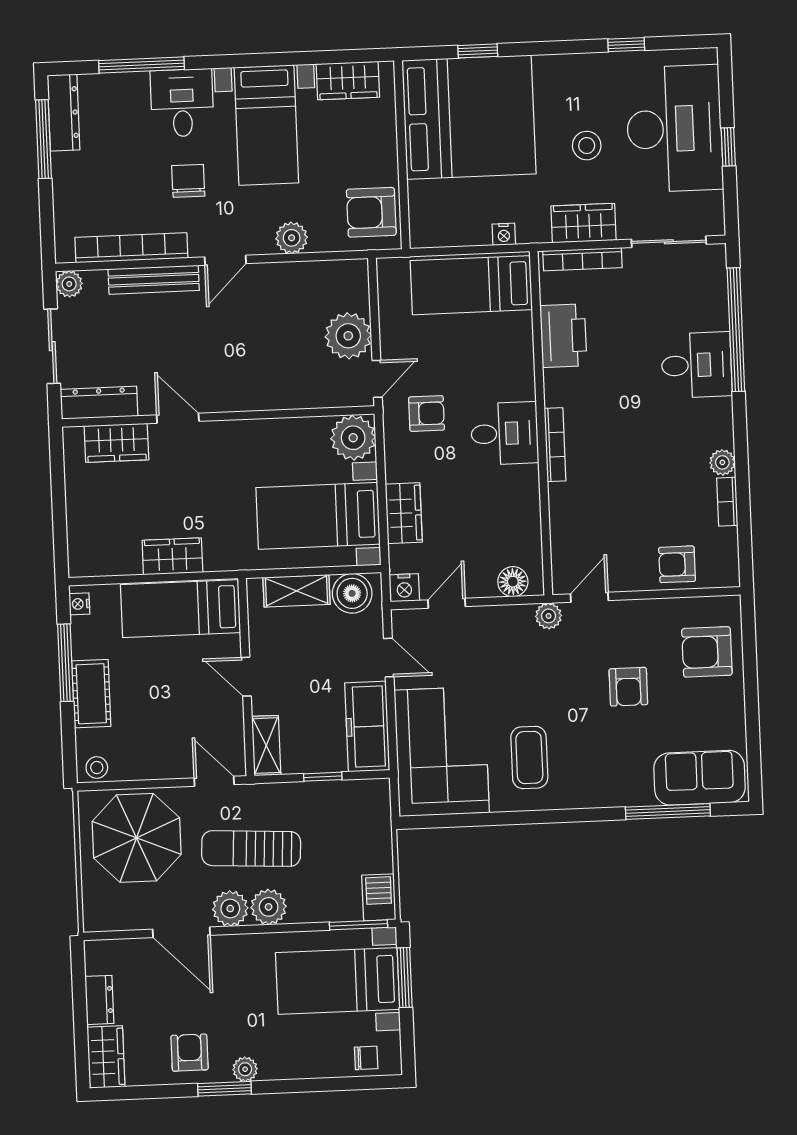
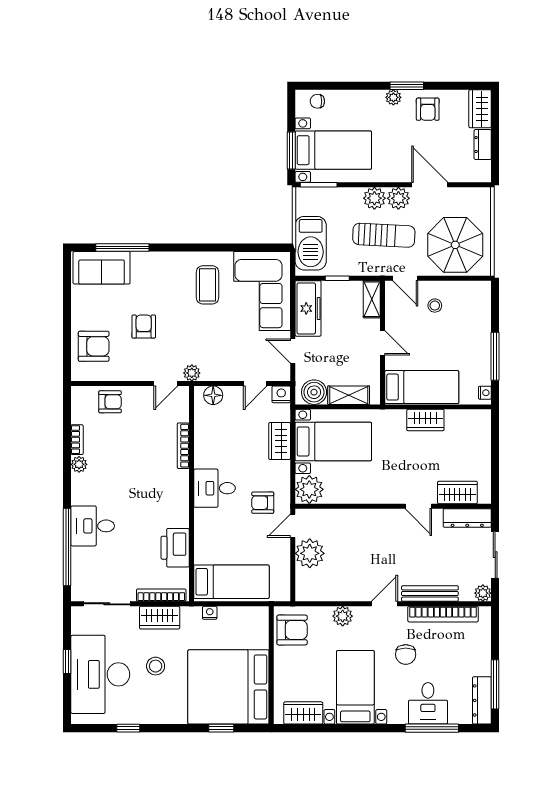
desk: (182, 103) -> (428, 703), moved
bookcase: (555, 445) -> (183, 446), moved
cot: (91, 694) -> (480, 336), removed
stool: (97, 768) -> (435, 306), moved
barbecue: (379, 897) -> (311, 243), moved, width x1.88, depth x1.53

